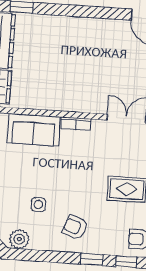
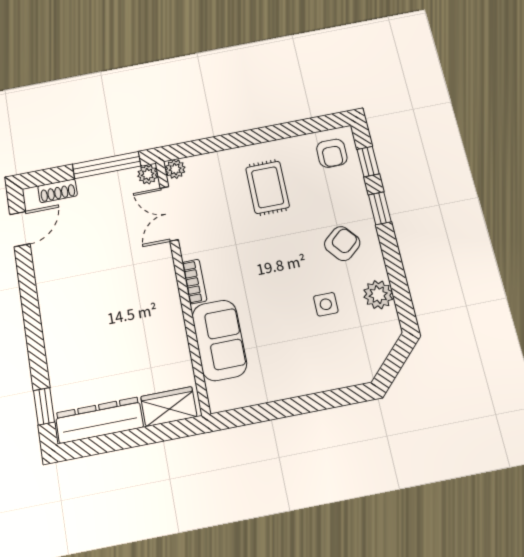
armchair: (75, 227) -> (342, 244), turned -150
plant: (19, 239) -> (378, 295), moved

